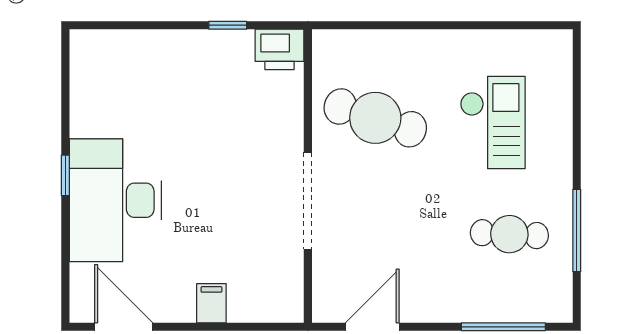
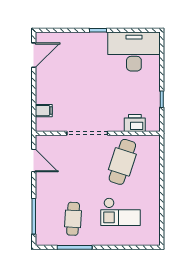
printer: (280, 49) -> (135, 123), moved, turned 90
desk: (115, 200) -> (134, 52), moved
filing cabinet: (211, 303) -> (44, 111), moved

